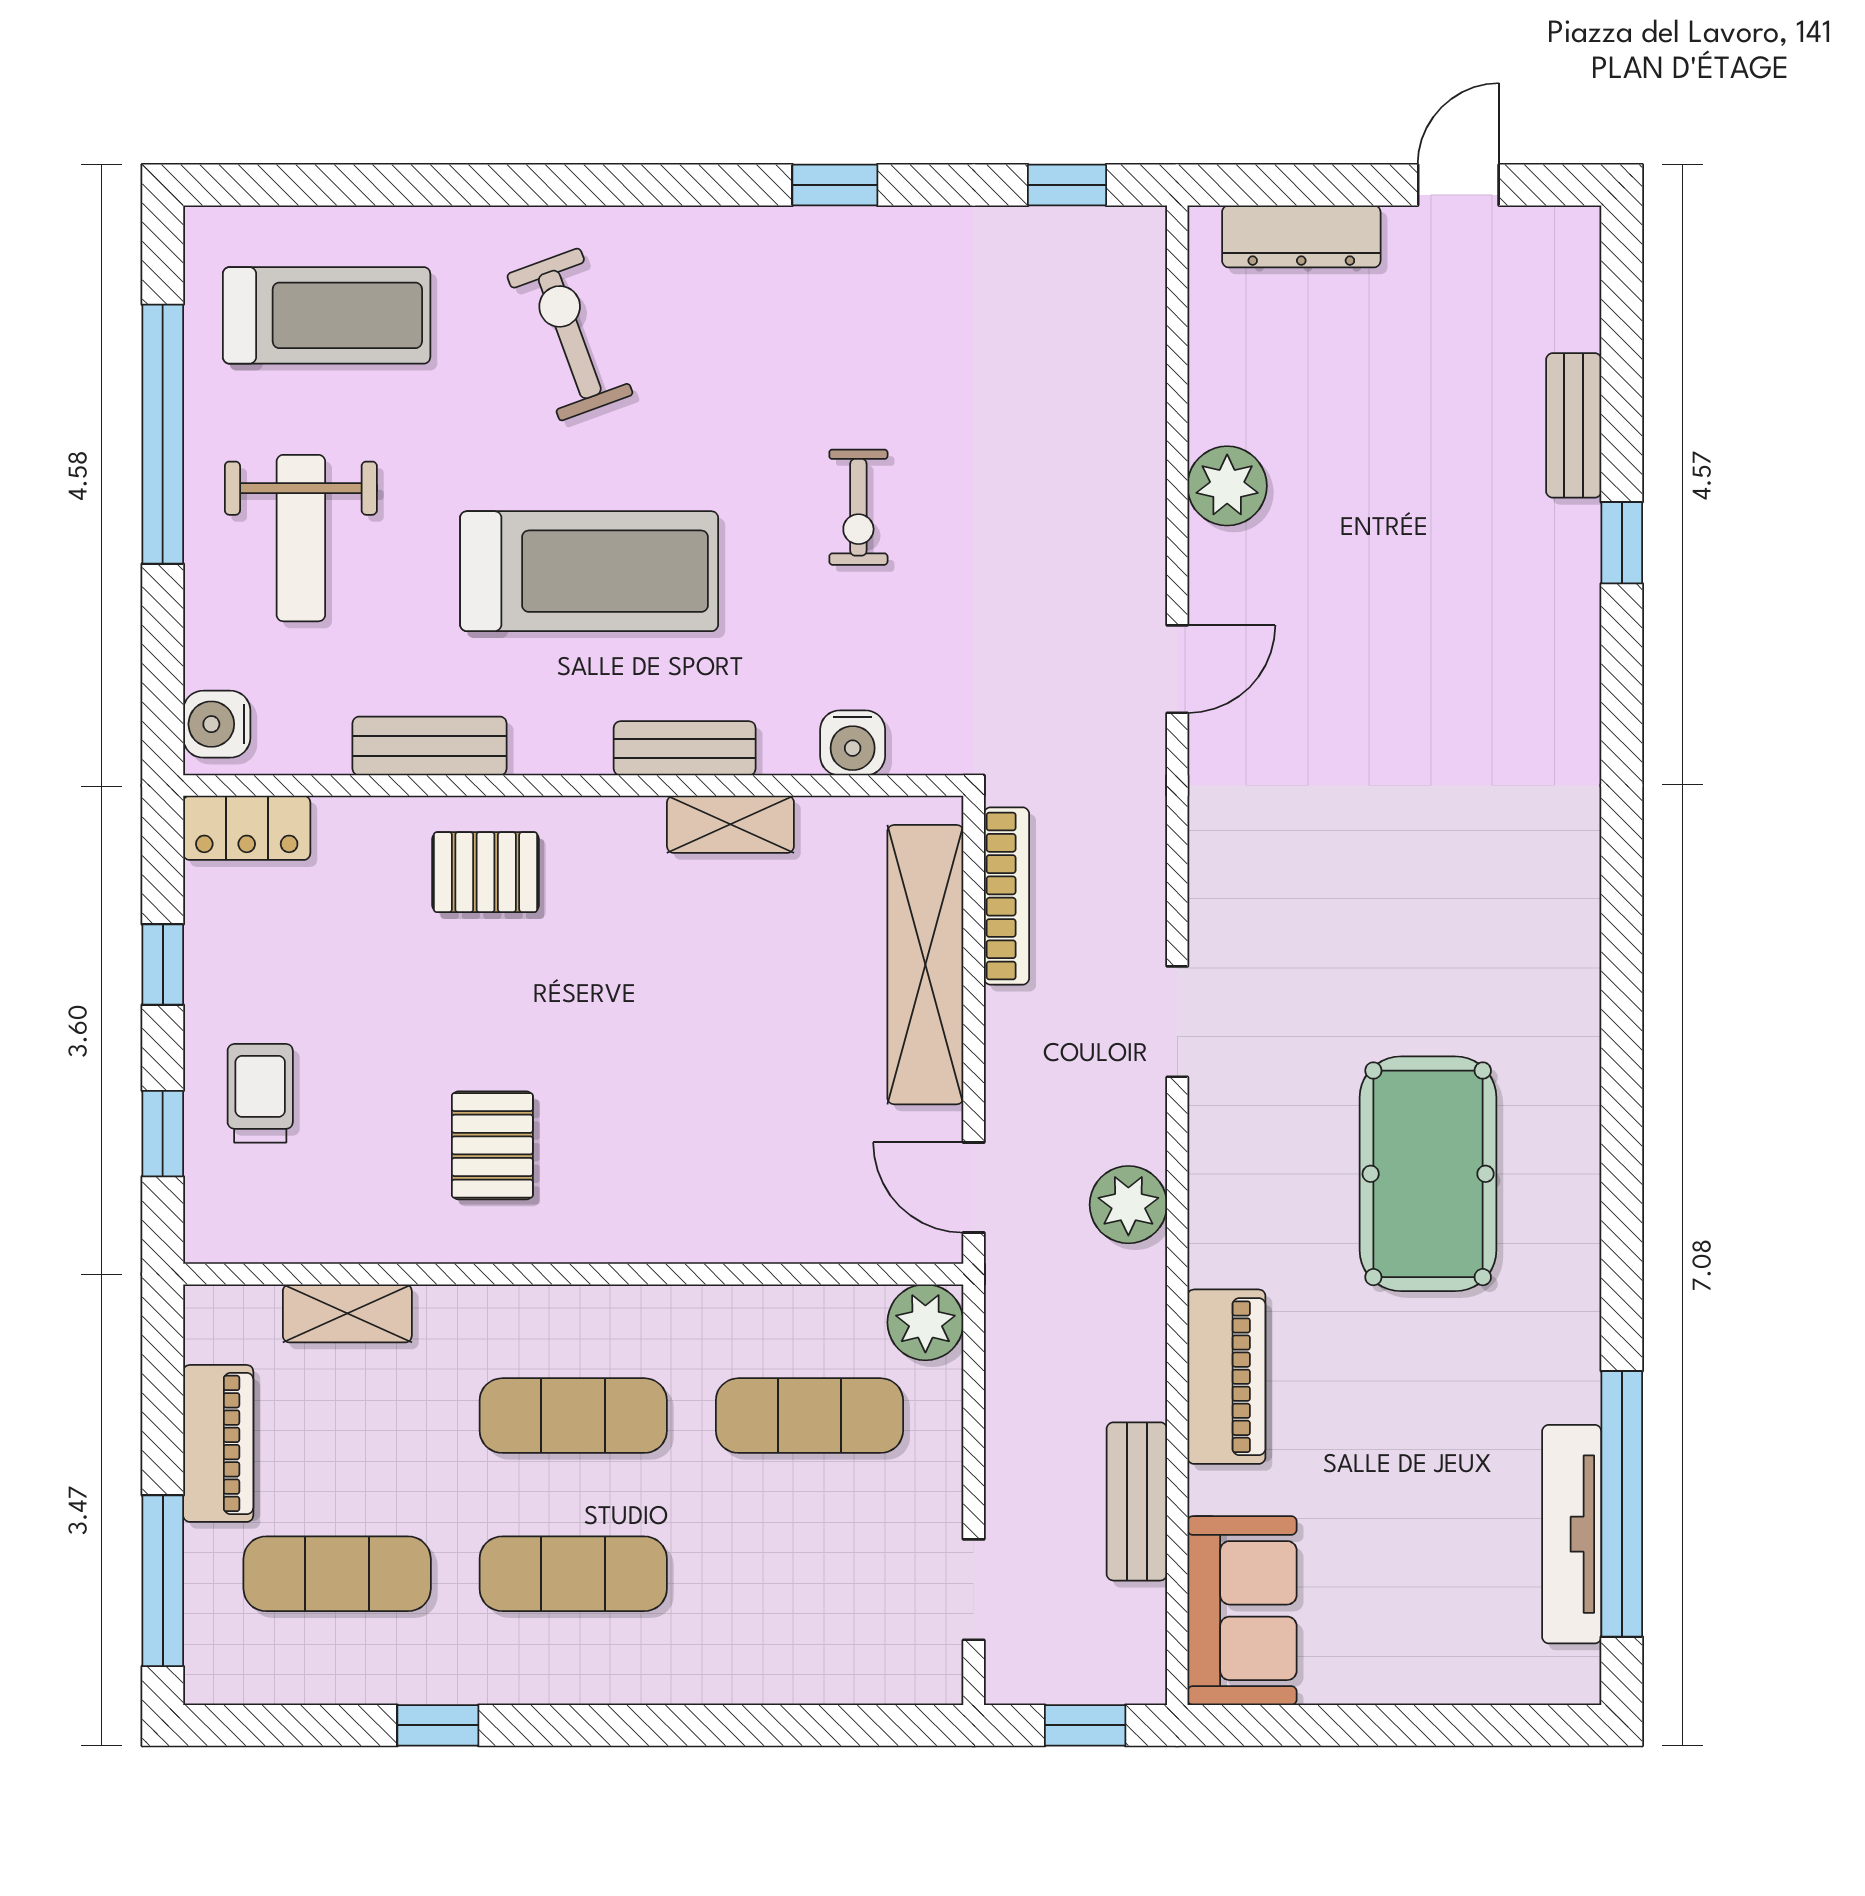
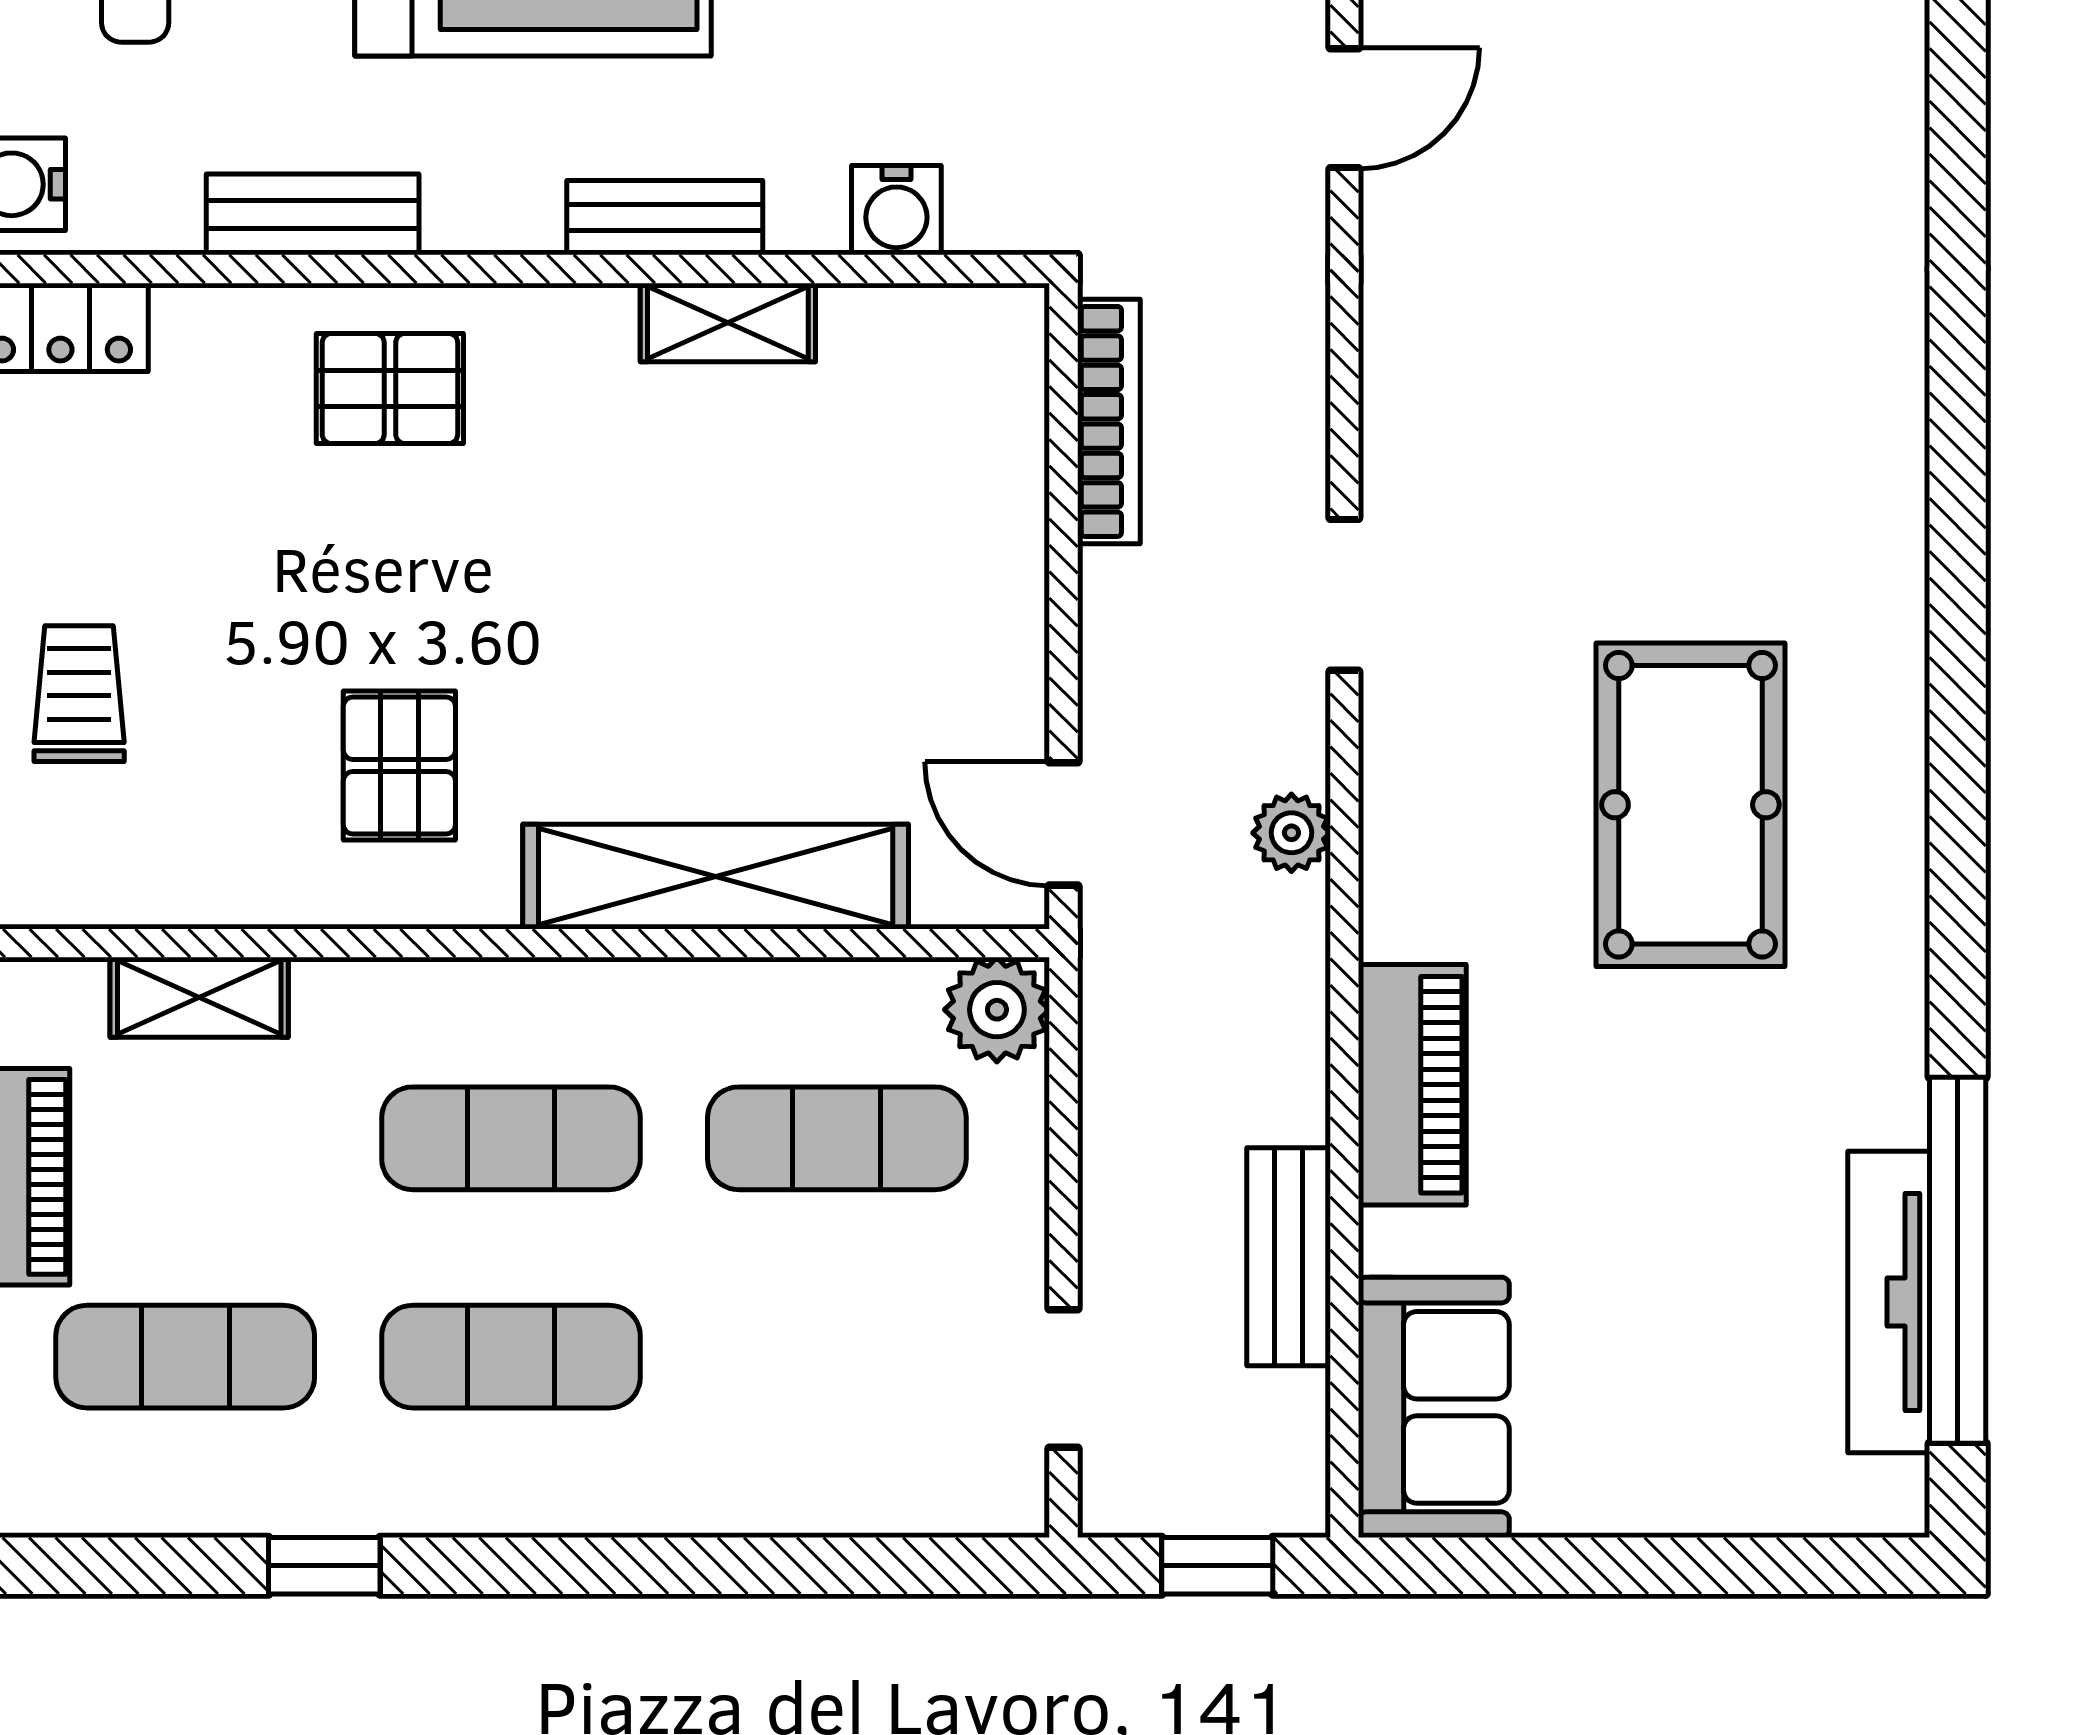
shelving: (925, 965) -> (716, 877), moved, turned 90
plant: (1128, 1205) -> (1291, 833), width x0.73, depth x0.73

